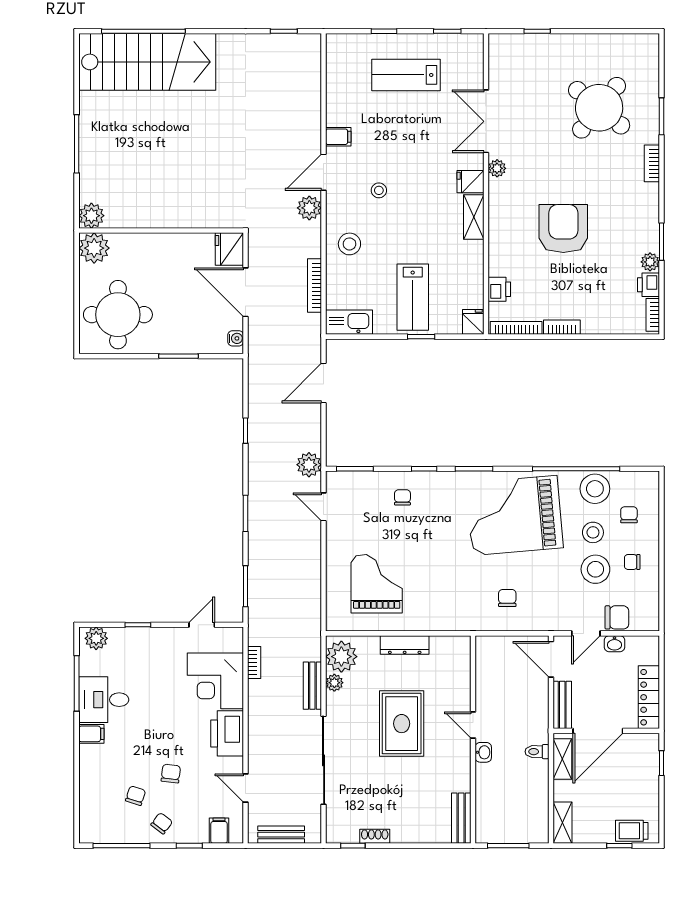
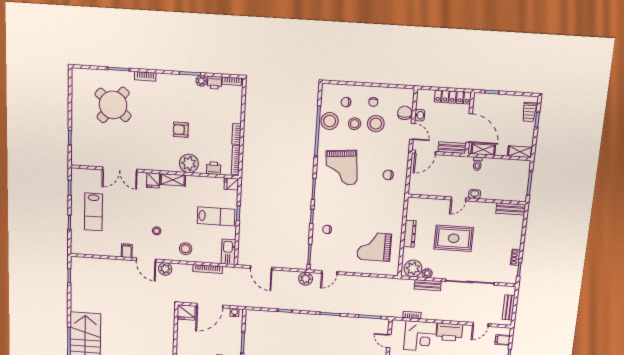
plant: (497, 168) -> (189, 163), moved, width x1.88, depth x1.88
armchair: (563, 229) -> (181, 130), width x0.53, depth x0.53
grand piano: (515, 515) -> (342, 168), width x0.73, depth x0.68

